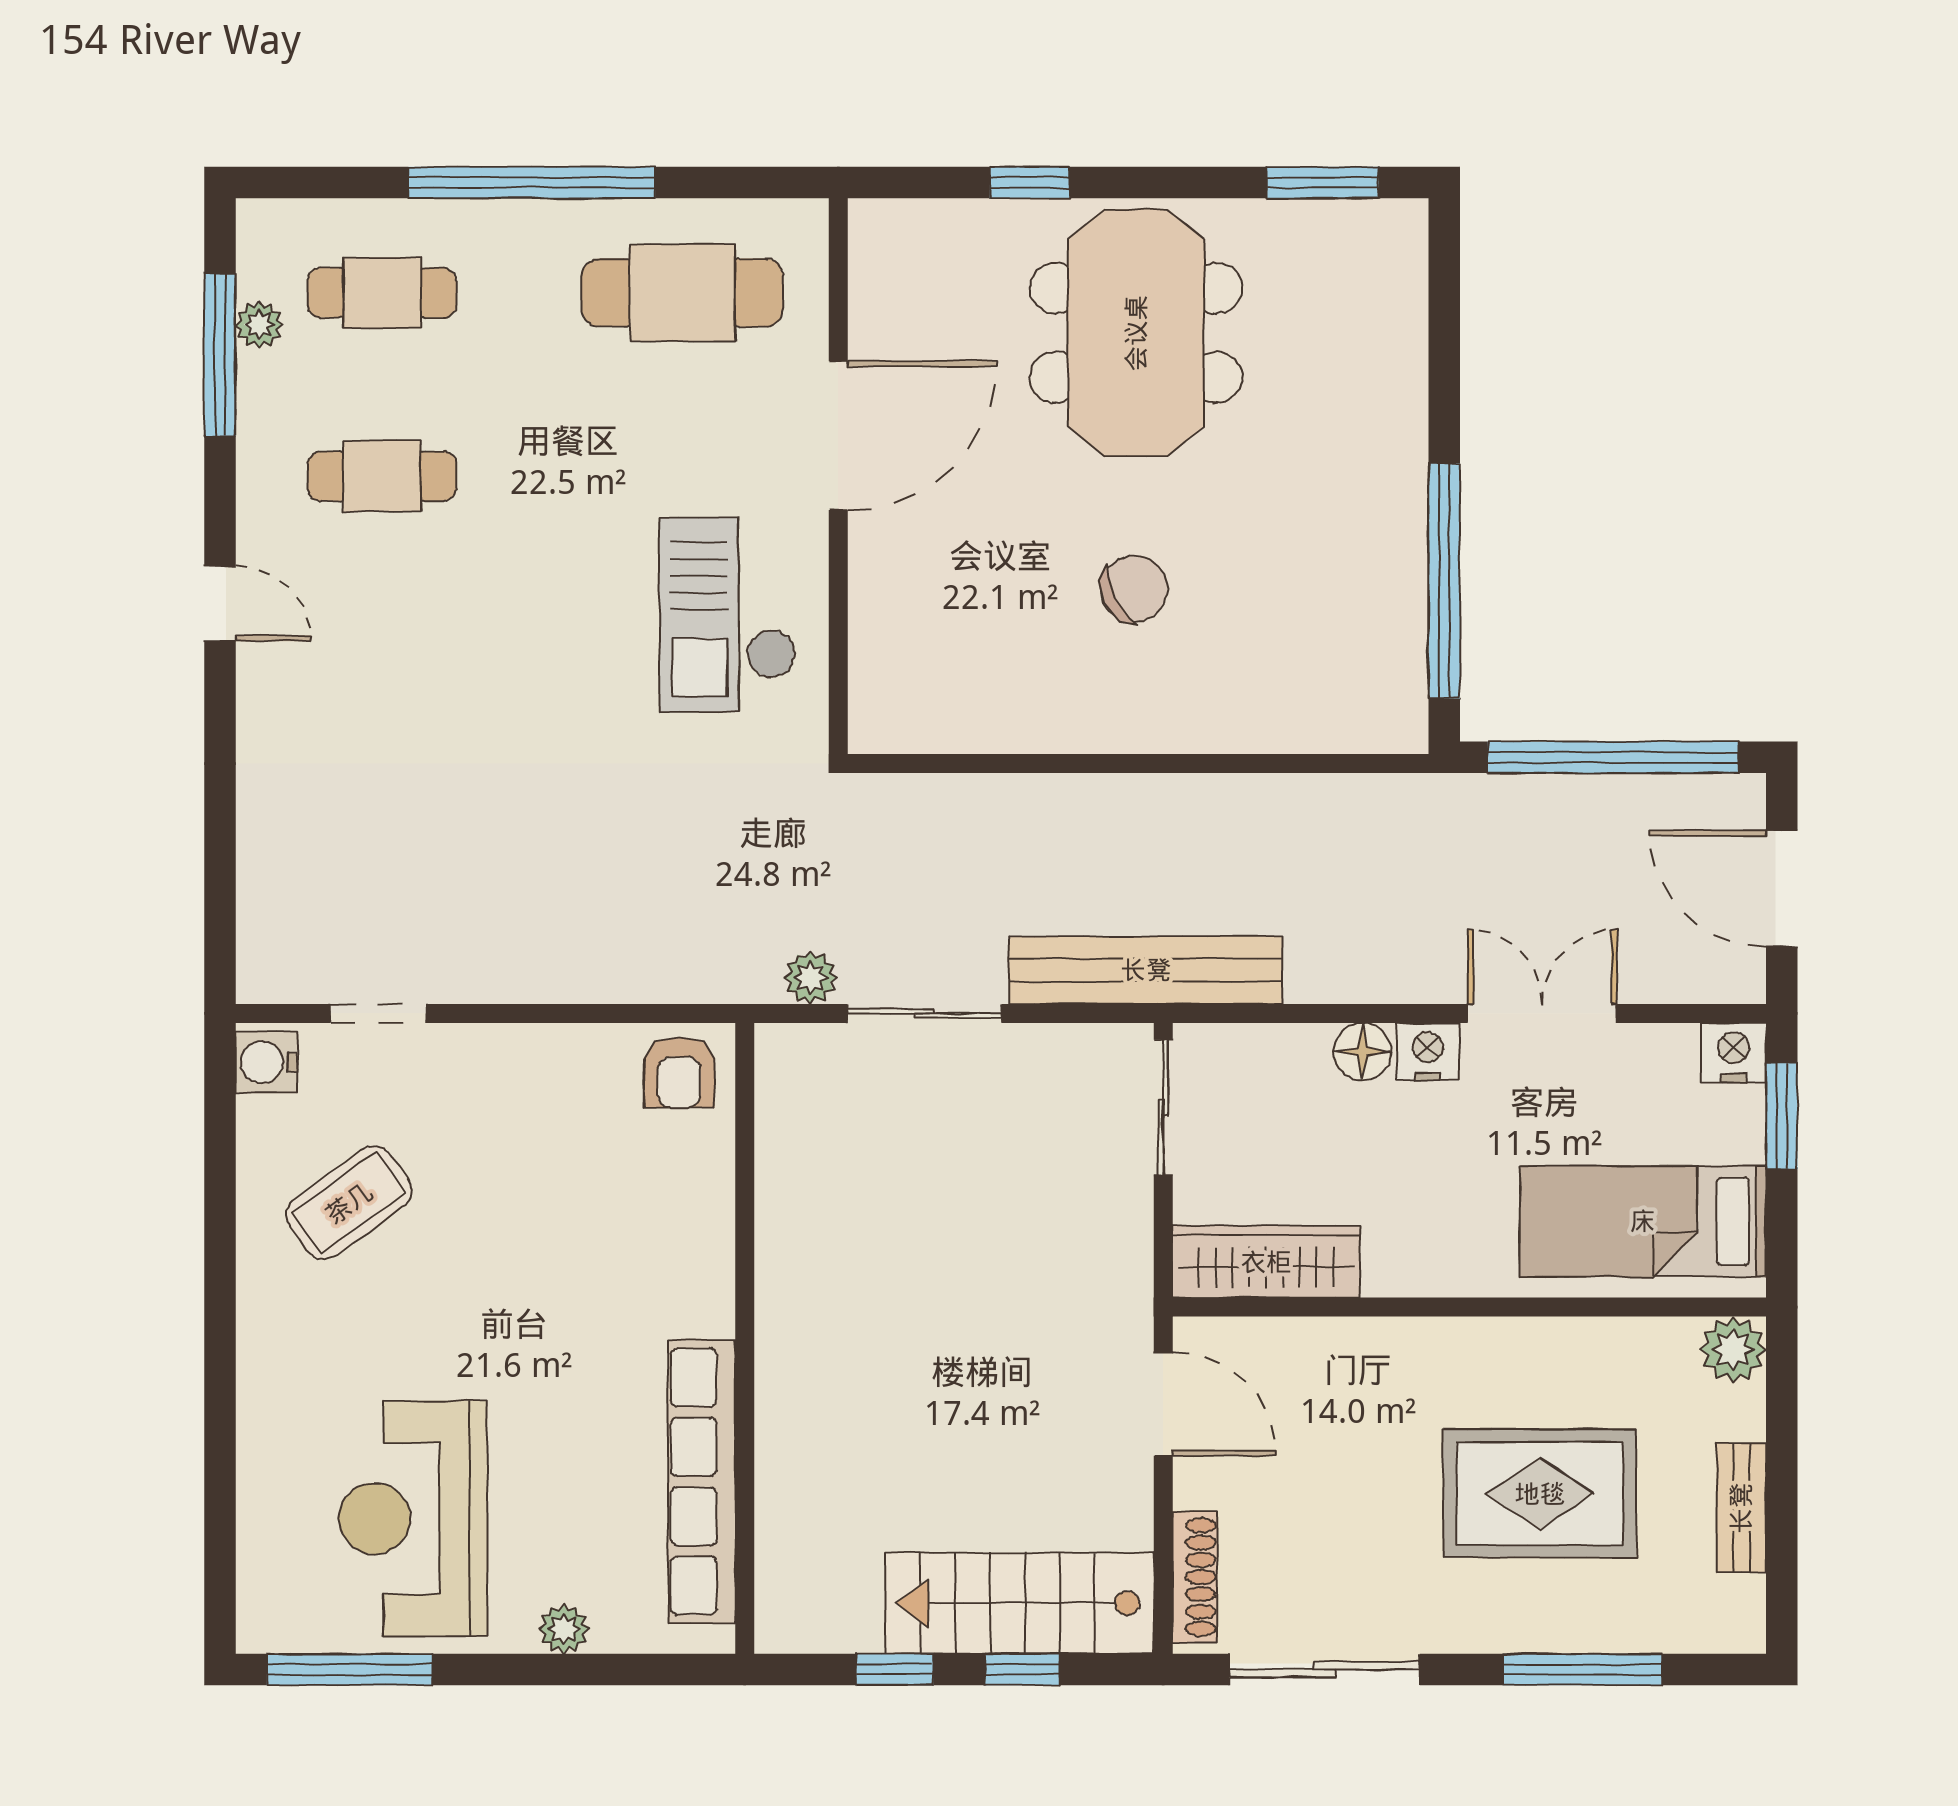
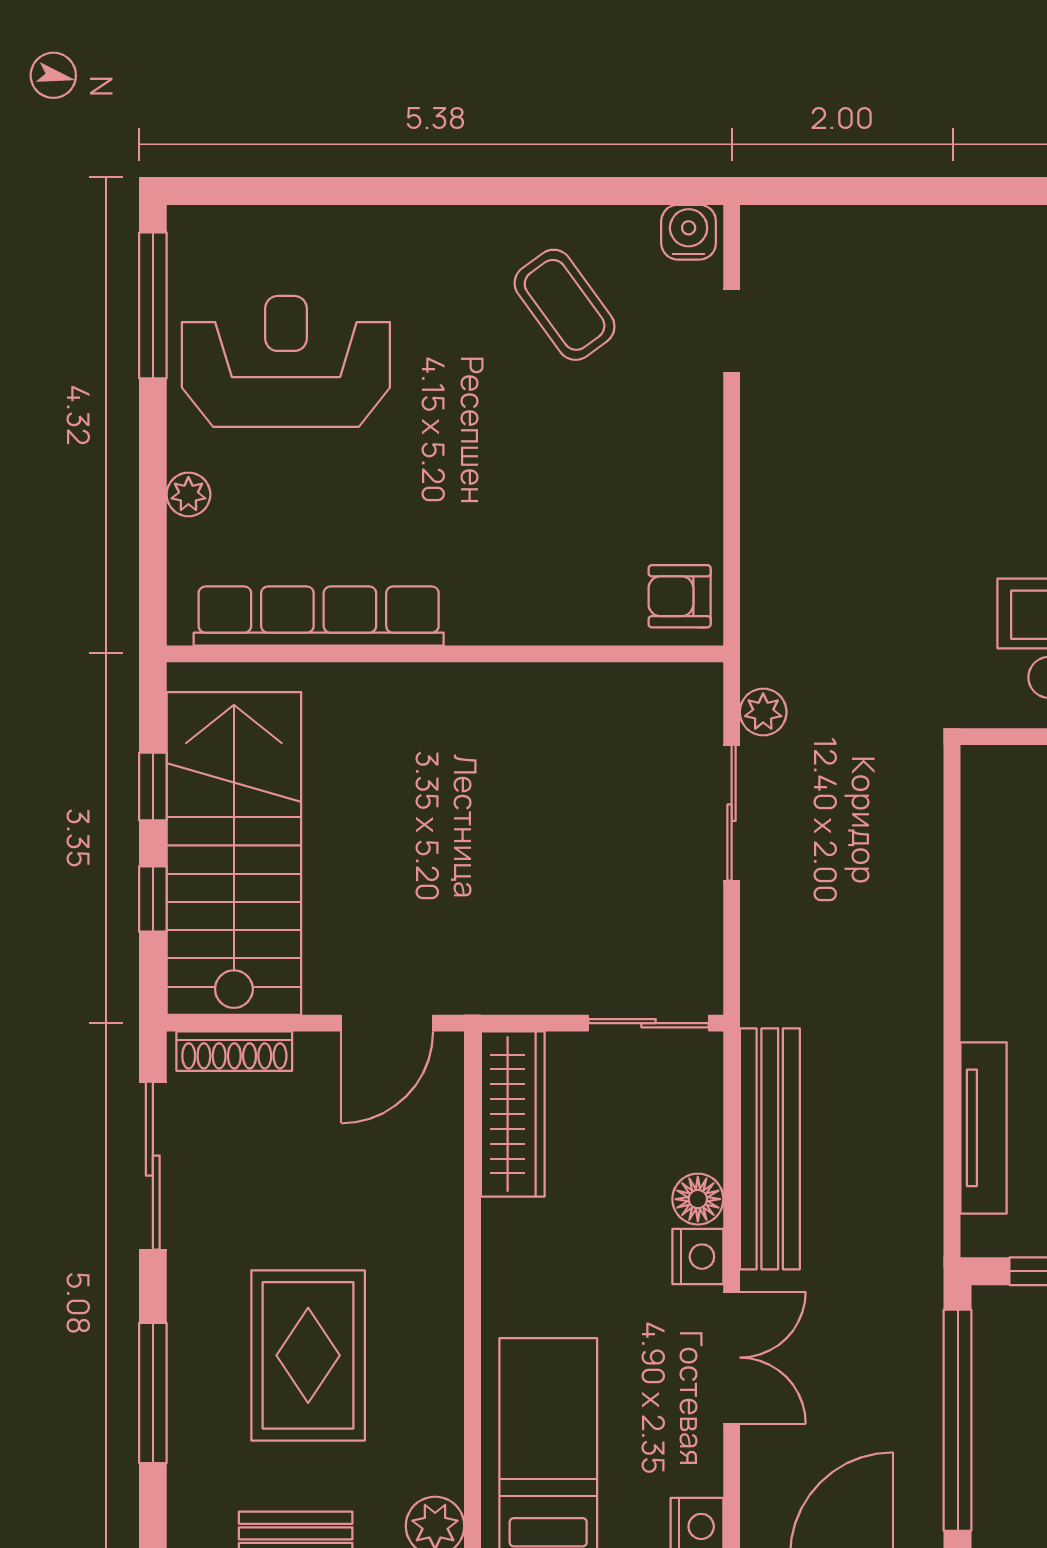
tv unit: (1282, 728) -> (983, 1128), added
bench: (1146, 970) -> (770, 1149), moved
stairs: (1020, 1603) -> (234, 853), width x1.36, depth x1.51

